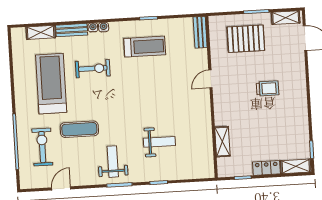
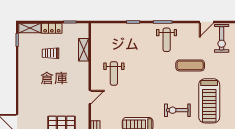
trolley: (268, 88) -> (50, 53), moved
weight bench: (159, 142) -> (114, 73), moved, turned -90
exercise bike: (42, 147) -> (222, 38), moved

